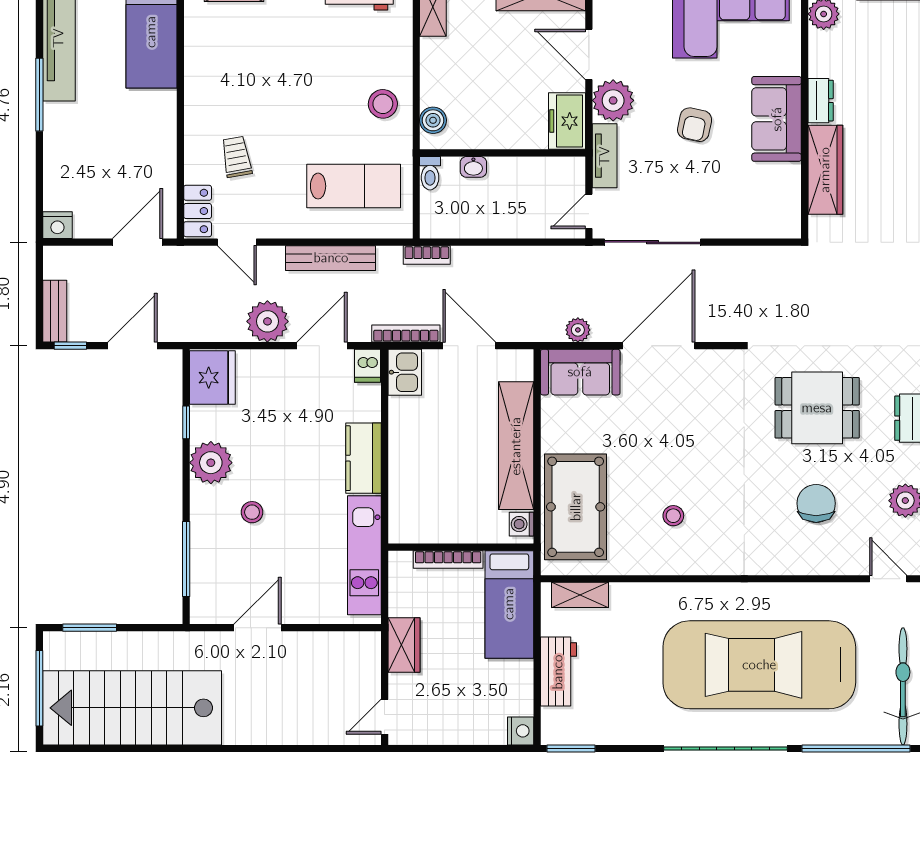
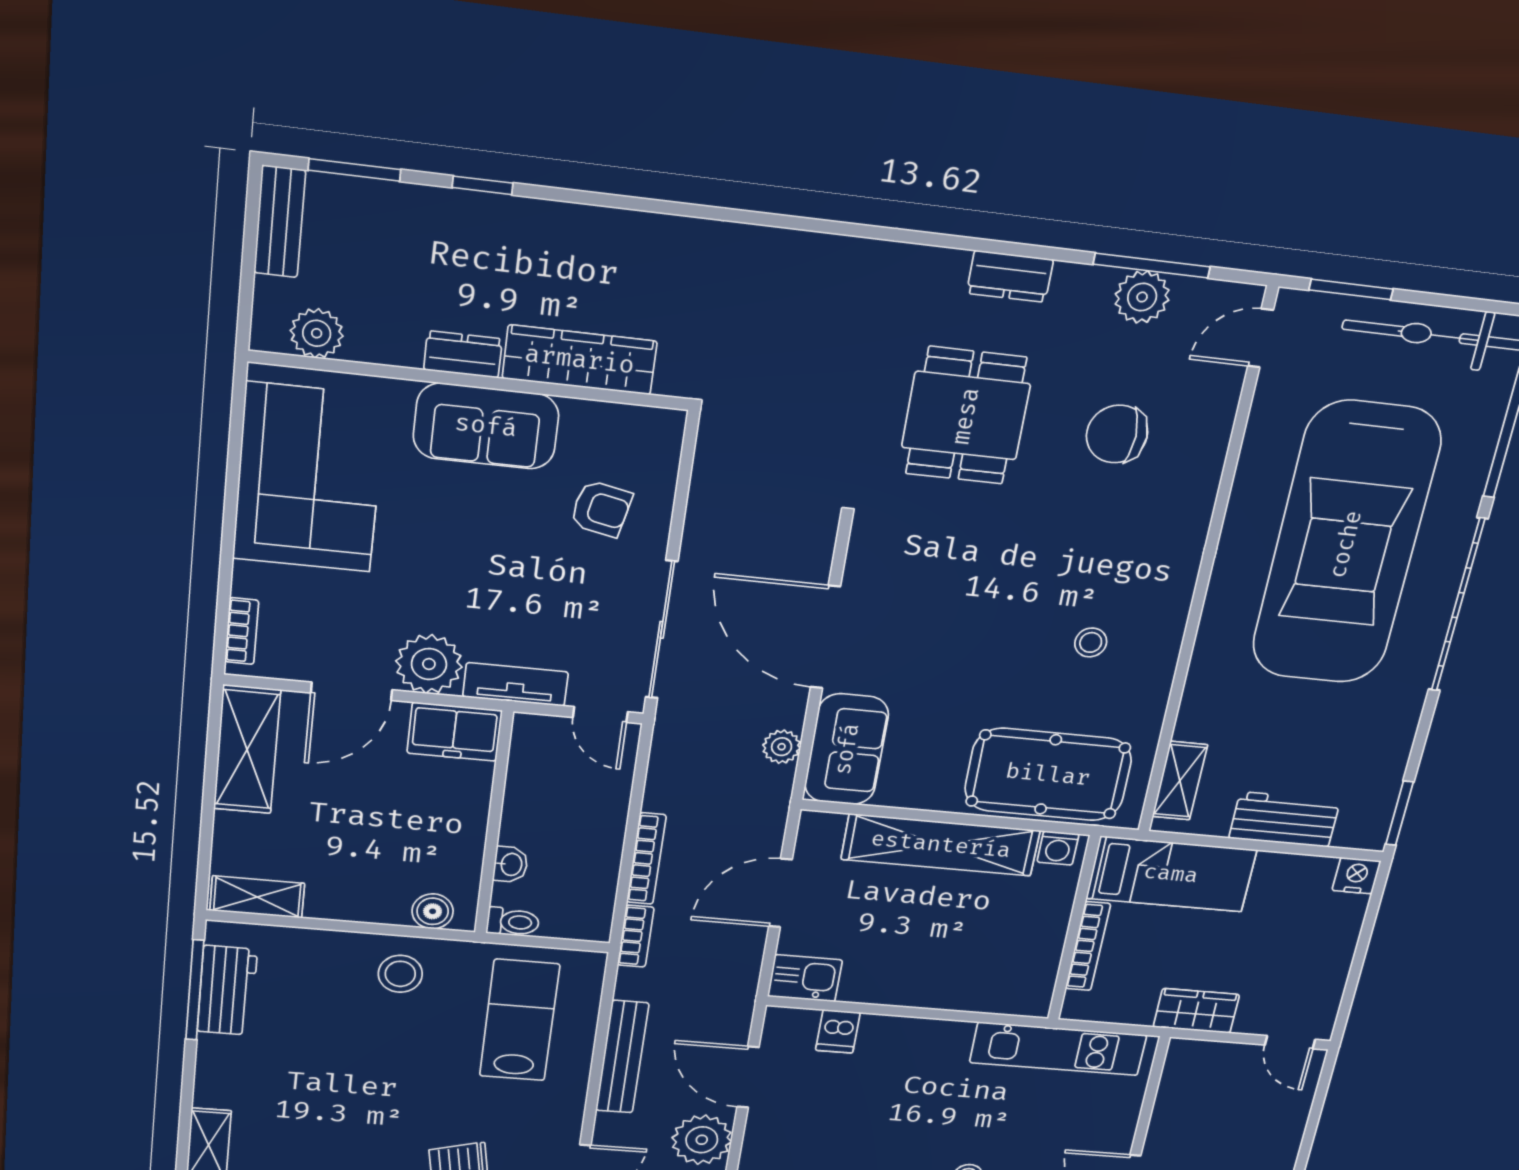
armchair: (695, 125) -> (601, 509), moved
bookcase: (406, 334) -> (646, 859), moved, turned 180
dishwasher: (368, 366) -> (838, 1031), moved, turned 90
kitchen counter: (363, 458) -> (920, 1039), removed

